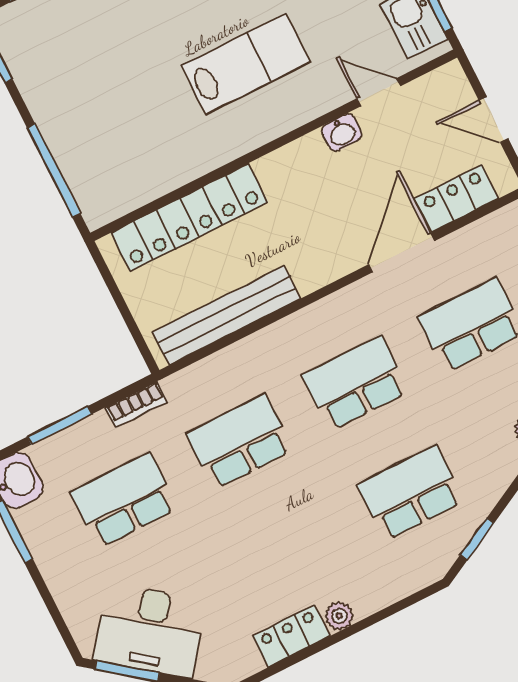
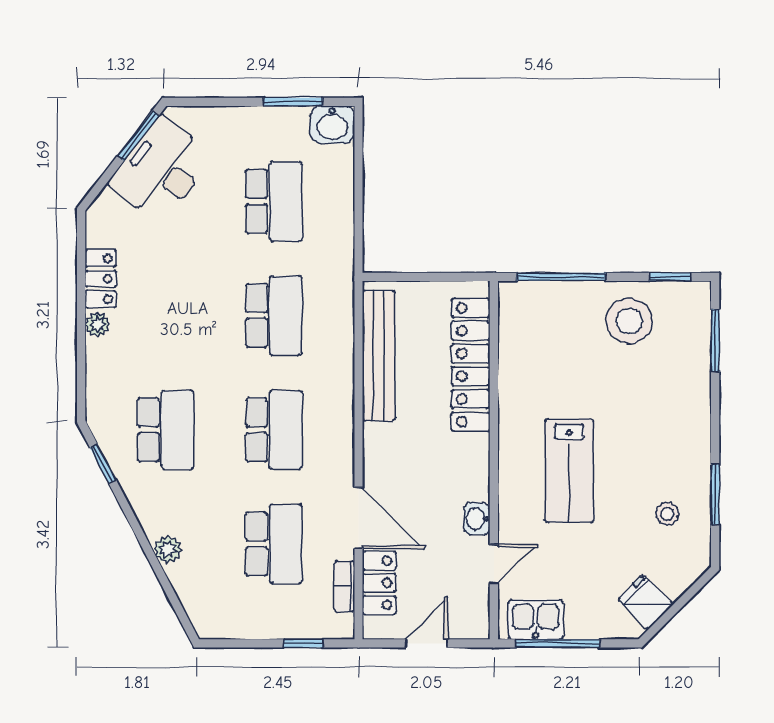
stool: (64, 79) -> (629, 321), added
bookcase: (137, 405) -> (344, 586), moved
window: (60, 425) -> (358, 180), removed

